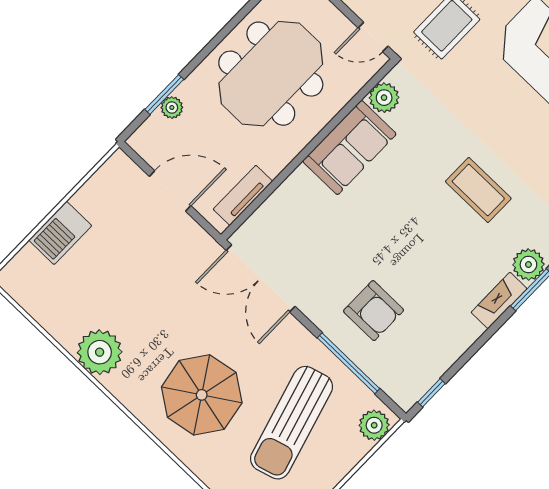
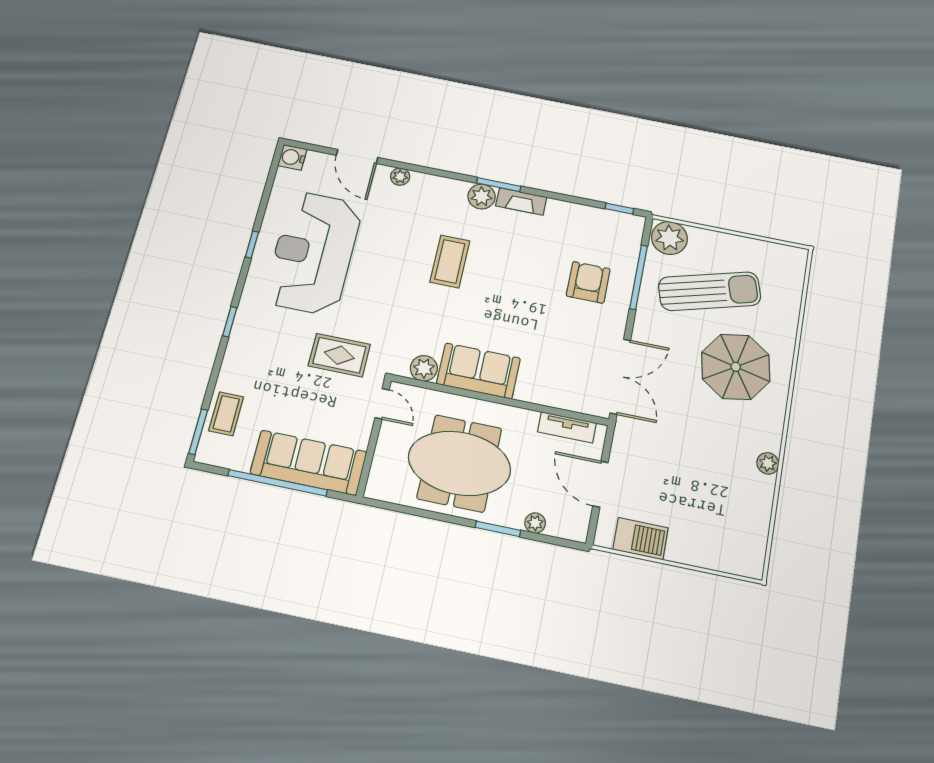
window: (164, 94) -> (498, 529), moved
barbecue: (60, 233) -> (641, 539), moved
plant: (100, 352) -> (768, 463), width x0.53, depth x0.53
plant: (374, 425) -> (669, 238), width x1.36, depth x1.36

